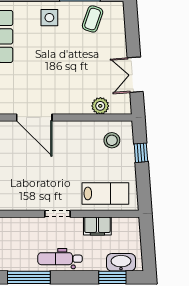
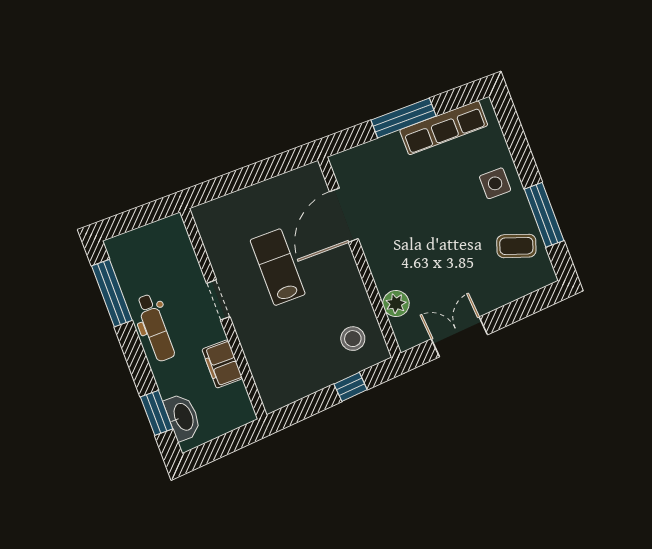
lab bench: (105, 193) -> (278, 267), moved, turned 180
dental chair: (60, 259) -> (155, 328), turned 180

